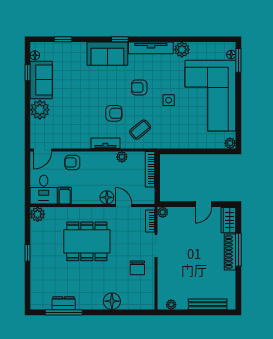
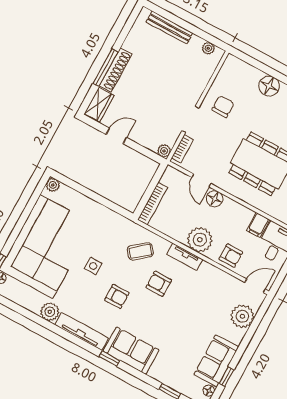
plant: (40, 110) -> (242, 316), moved
plant: (122, 157) -> (200, 240), moved, width x1.87, depth x1.87

